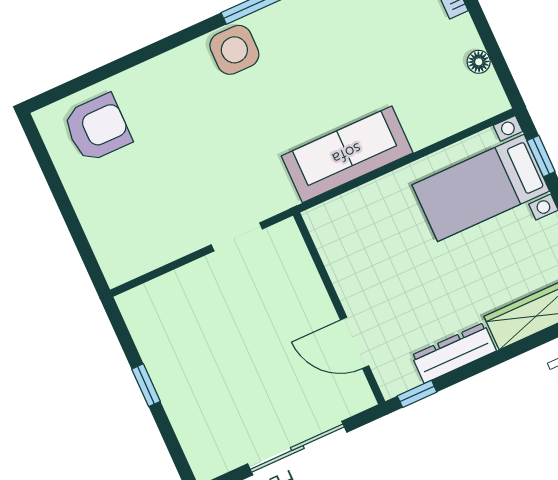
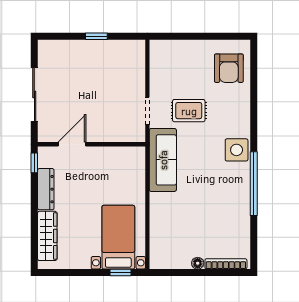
floor lamp: (479, 62) -> (198, 263), moved
sofa: (347, 154) -> (163, 160), moved
rug: (203, 165) -> (189, 111), added

